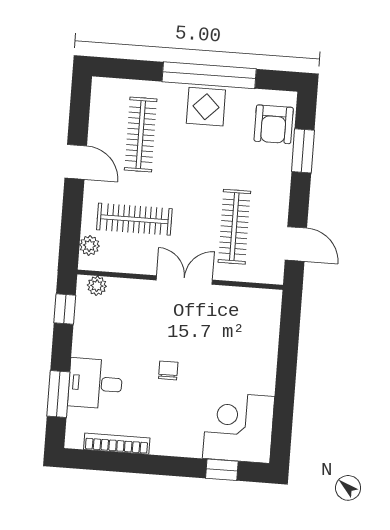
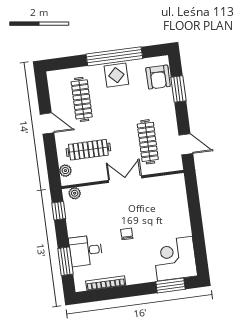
window: (222, 470) -> (170, 285), width x1.50

